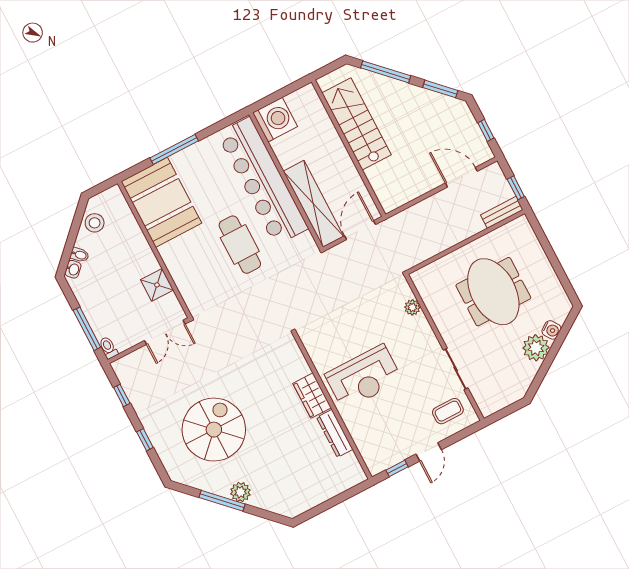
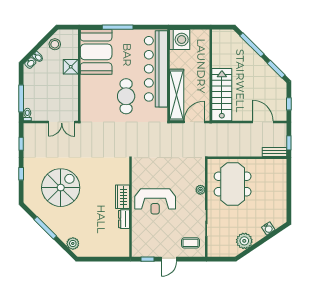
stairs: (357, 124) -> (222, 95), moved
shower: (157, 285) -> (71, 67), moved
meeting table: (493, 292) -> (233, 184), moved
plant: (412, 307) -> (200, 190), moved
plant: (536, 348) -> (244, 241), moved
dresser: (335, 433) -> (124, 219), width x0.70
plant: (240, 492) -> (73, 243), moved

